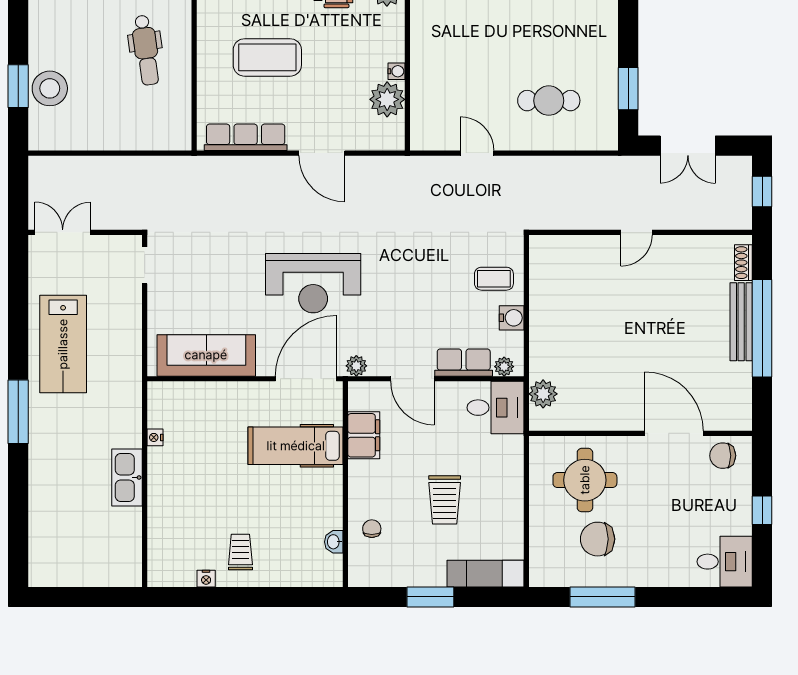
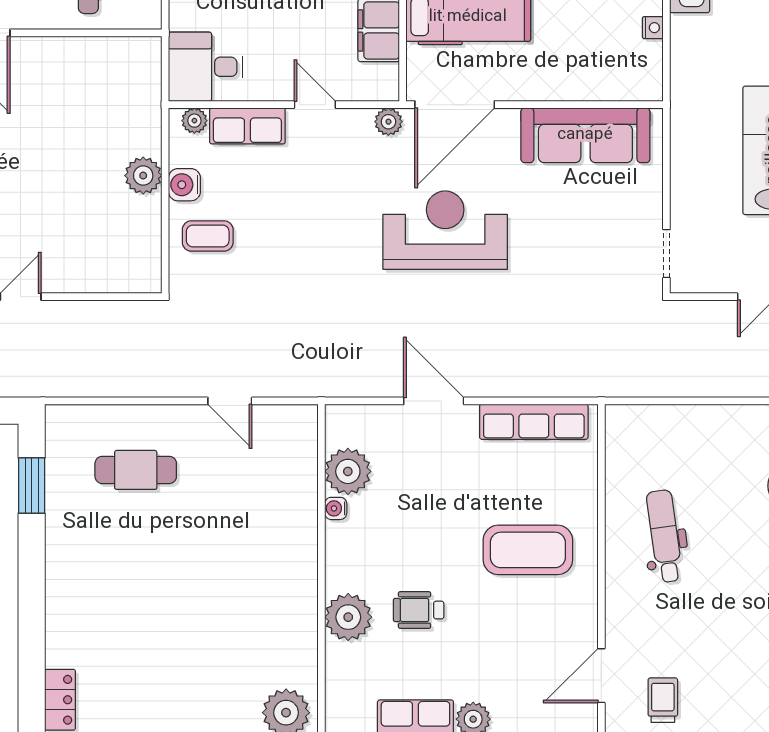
coffee table: (267, 57) -> (528, 550), moved
door: (412, 379) -> (315, 105), width x0.73
plant: (543, 394) -> (143, 176), moved

